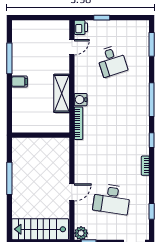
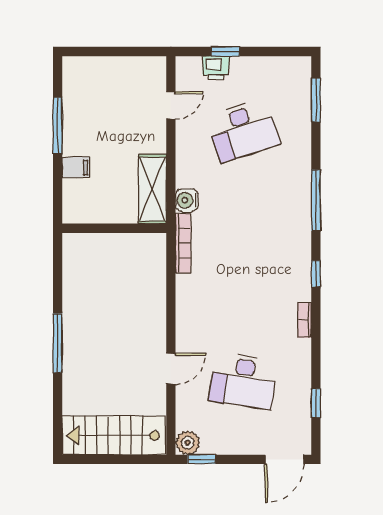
printer: (81, 27) -> (216, 68), moved, turned 90
desk: (112, 61) -> (243, 130), width x1.37
wall: (41, 135) -> (114, 228), moved

